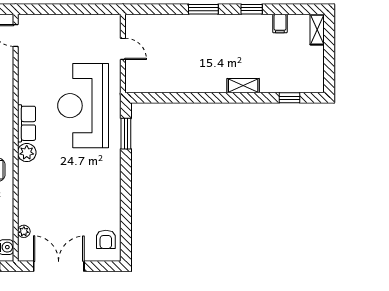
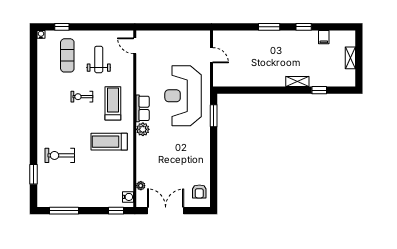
shelving: (317, 30) -> (350, 58), moved
window: (290, 98) -> (319, 90), moved

